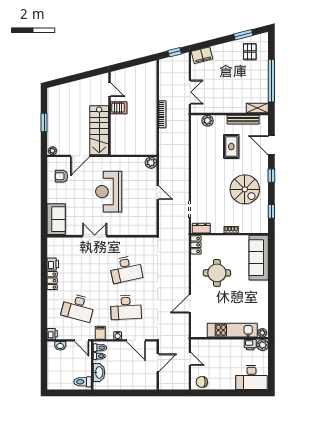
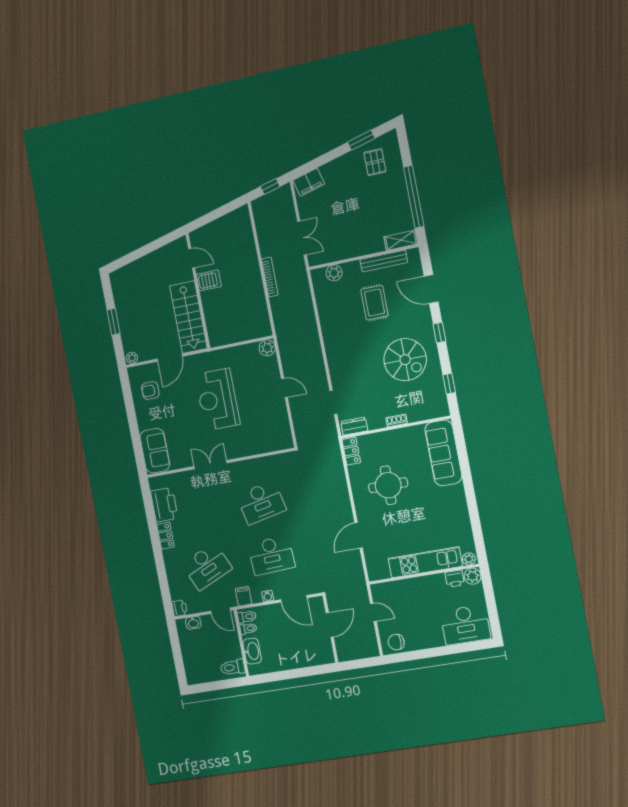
printer: (53, 264) -> (164, 505), width x1.87, depth x1.48
desk: (78, 307) -> (207, 566), turned -39

